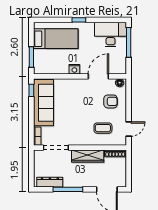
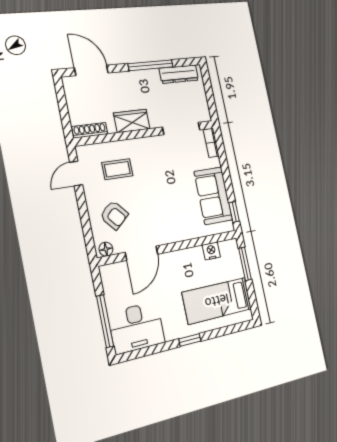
nightstand: (74, 69) -> (211, 251), moved
armchair: (111, 101) -> (114, 215), turned -131
sofa: (43, 103) -> (213, 196), width x0.73
wardrobe: (88, 156) -> (132, 121), width x0.67

